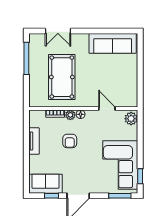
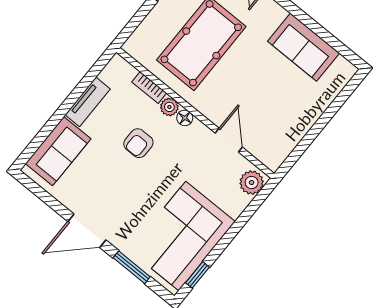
sofa: (113, 43) -> (304, 47), width x0.73
sofa: (45, 184) -> (58, 151), moved, turned 90
window: (52, 196) -> (49, 200), removed
window: (120, 196) -> (132, 267), moved

